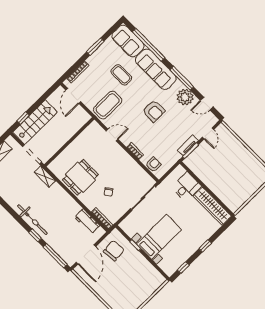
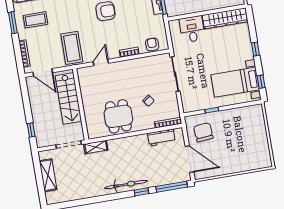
coffee table: (121, 75) -> (35, 20), moved
stairs: (35, 122) -> (68, 98), moved, turned 180
bed with nightstands: (159, 237) -> (235, 82), moved, turned -90

